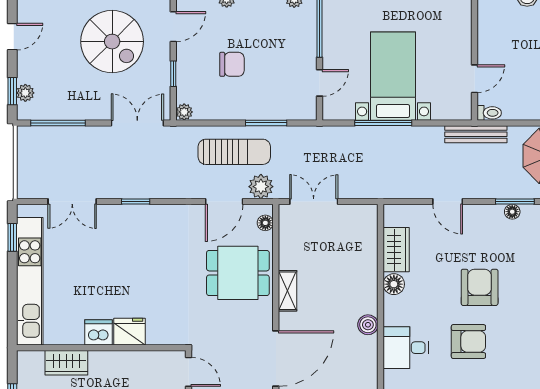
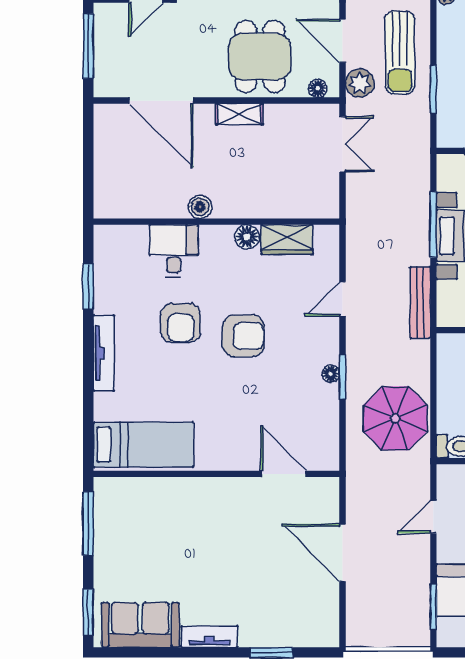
toilet: (489, 113) -> (445, 347), removed
bench: (476, 134) -> (420, 303), moved

